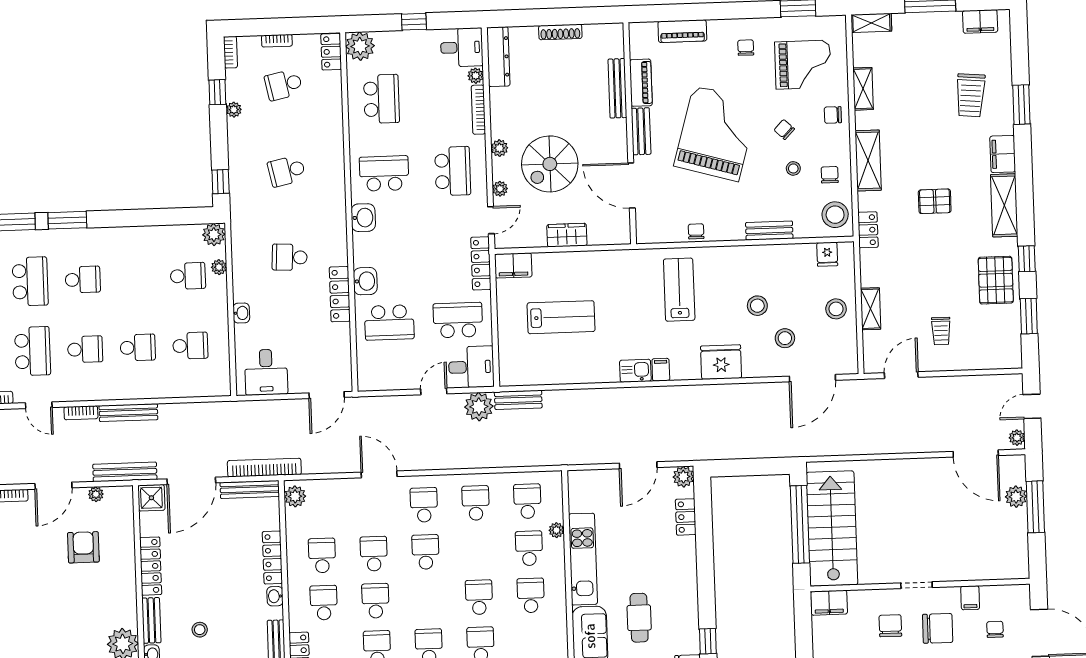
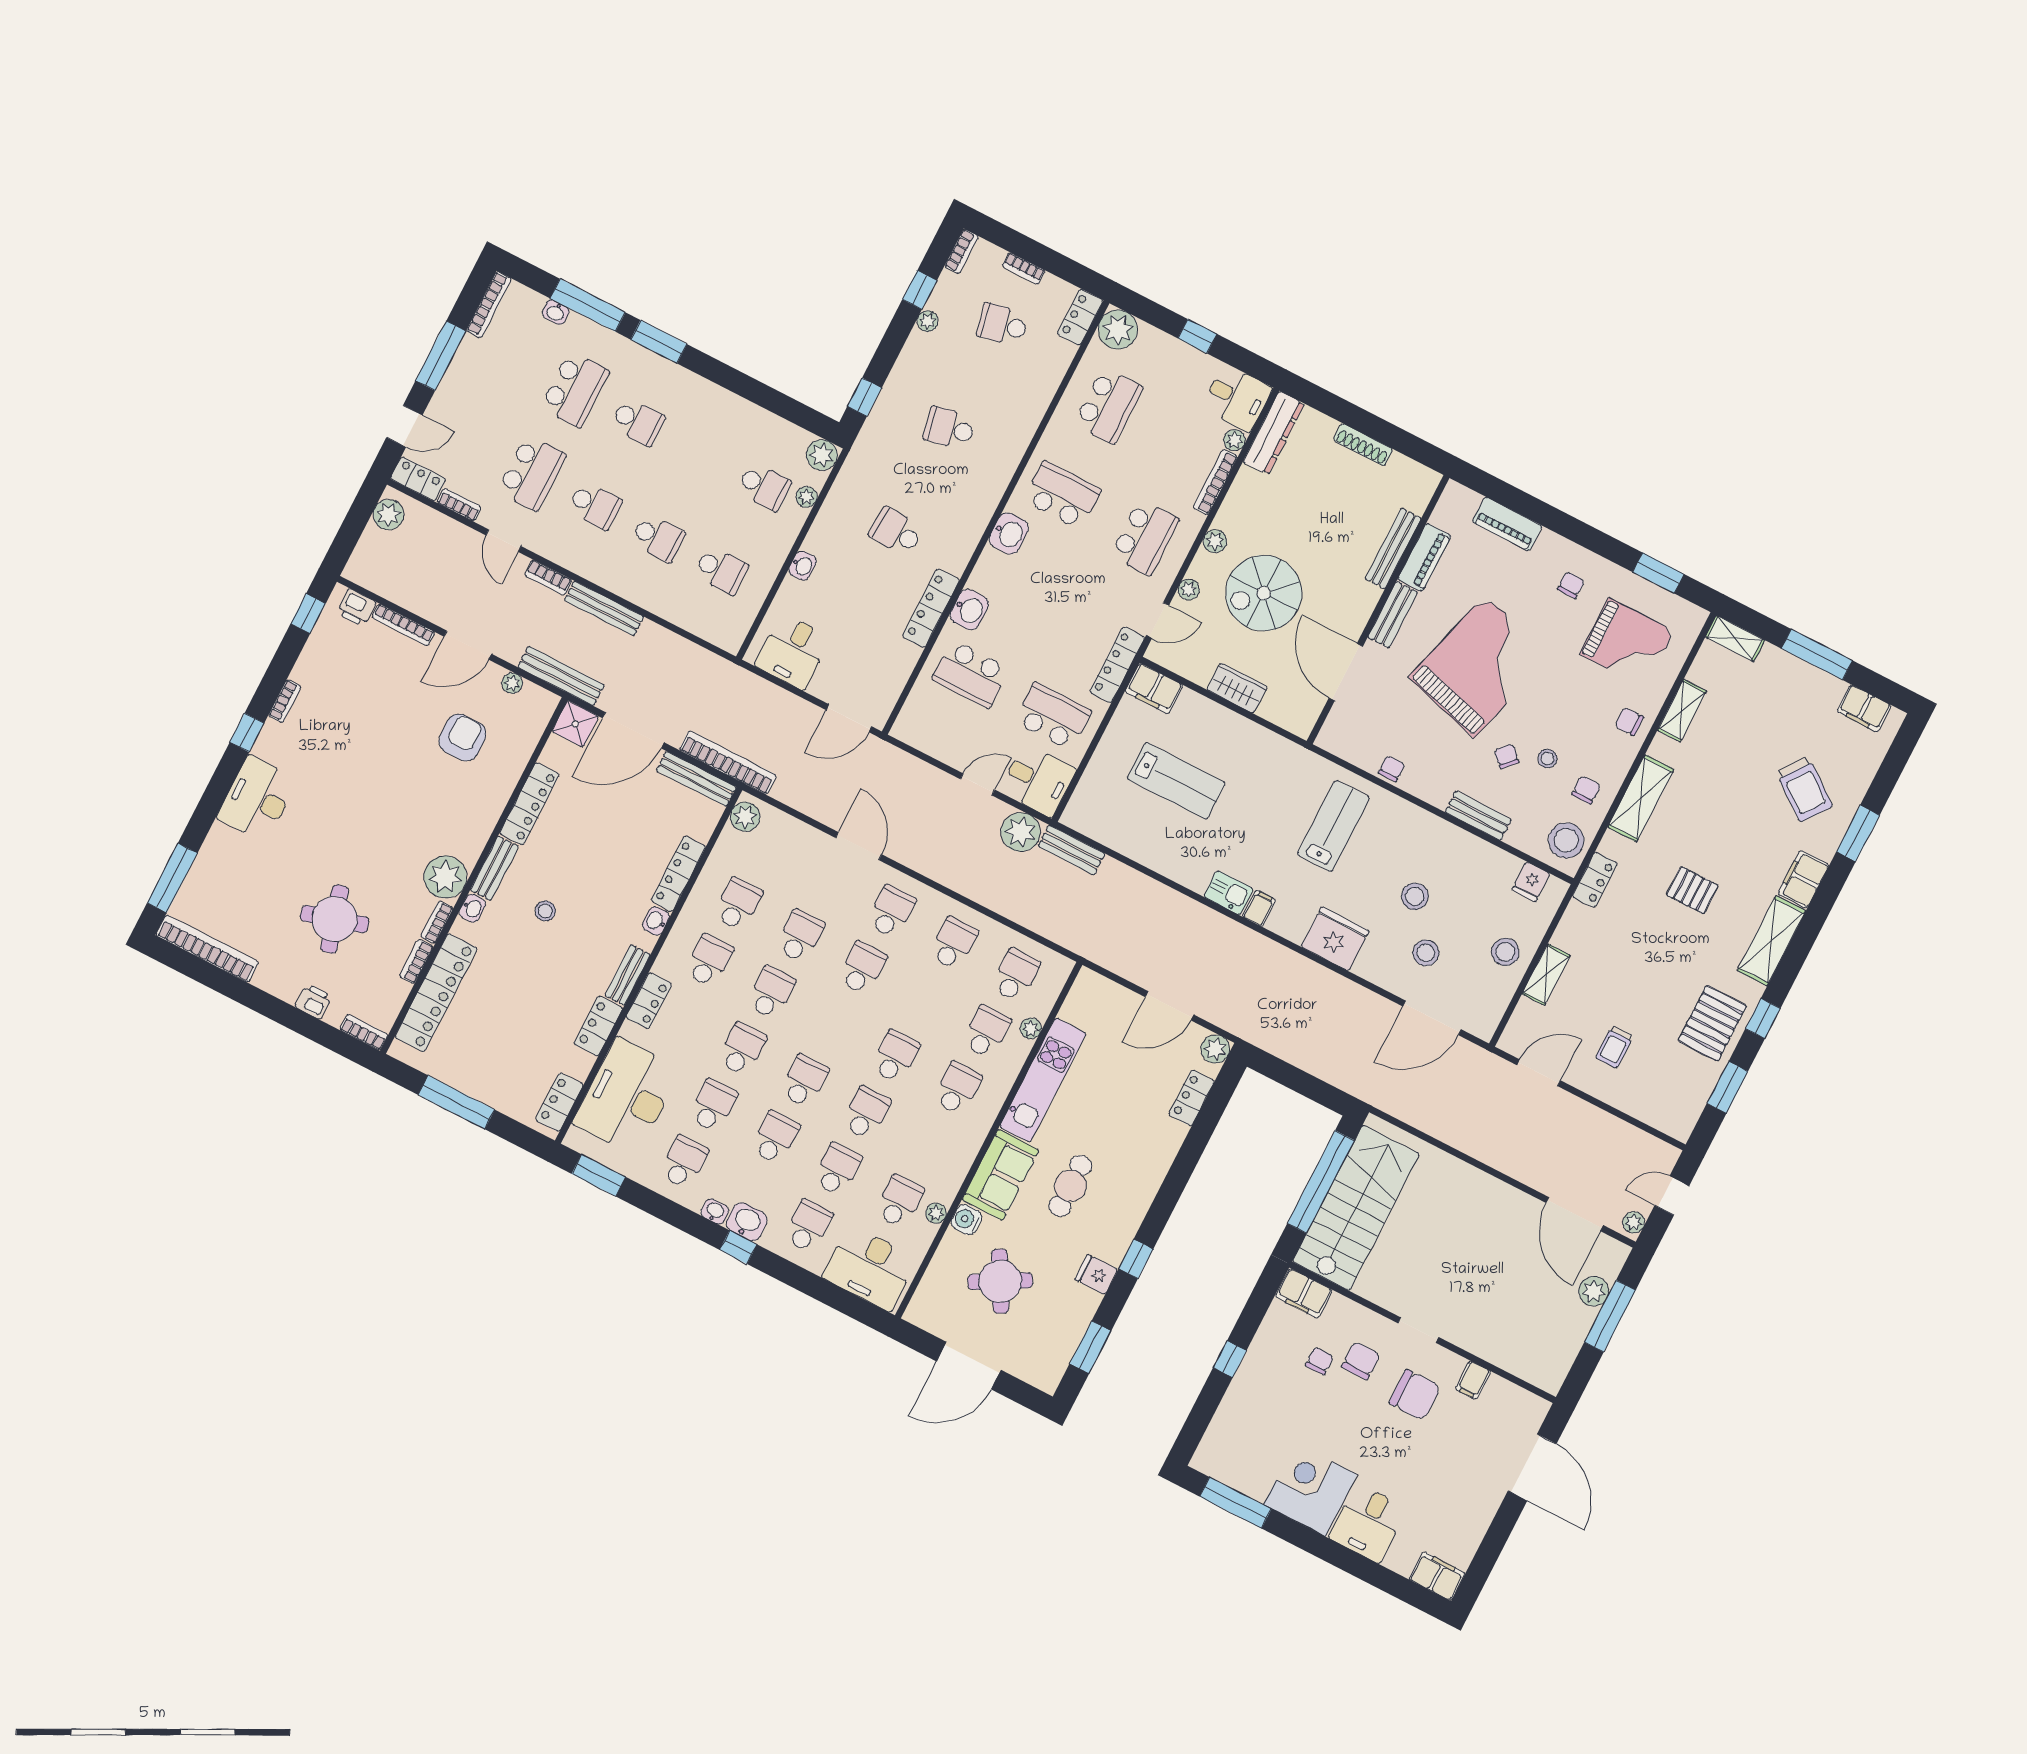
trolley: (971, 95) -> (1804, 789), turned -58
chair: (784, 129) -> (1507, 756), moved
chair: (995, 629) -> (1319, 1361), moved

